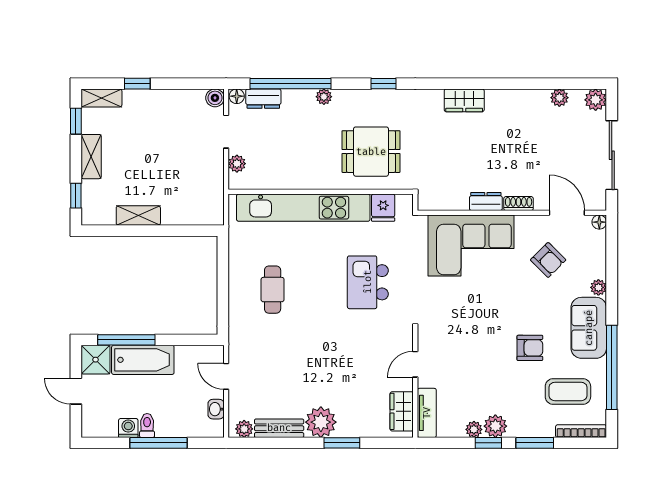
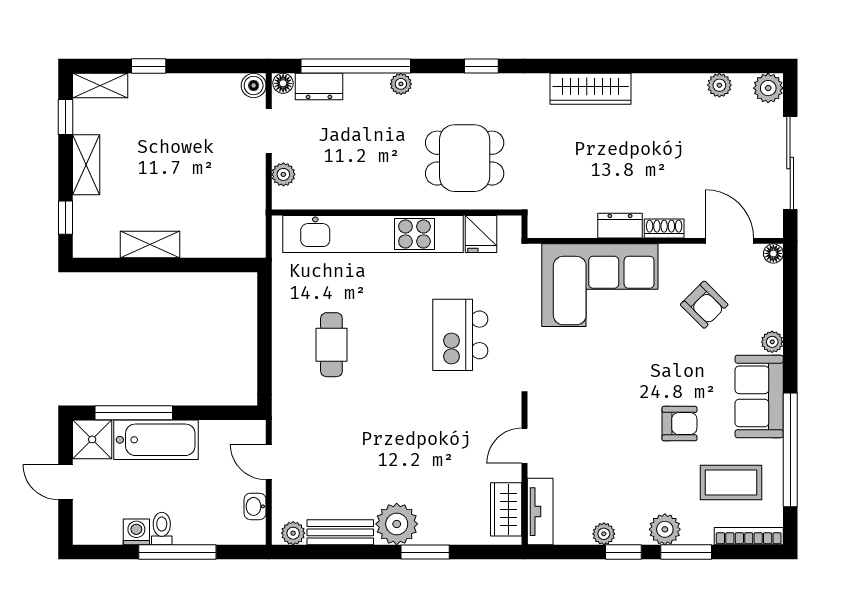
wardrobe: (464, 100) -> (591, 89), width x1.50
plant: (495, 426) -> (665, 529), moved

